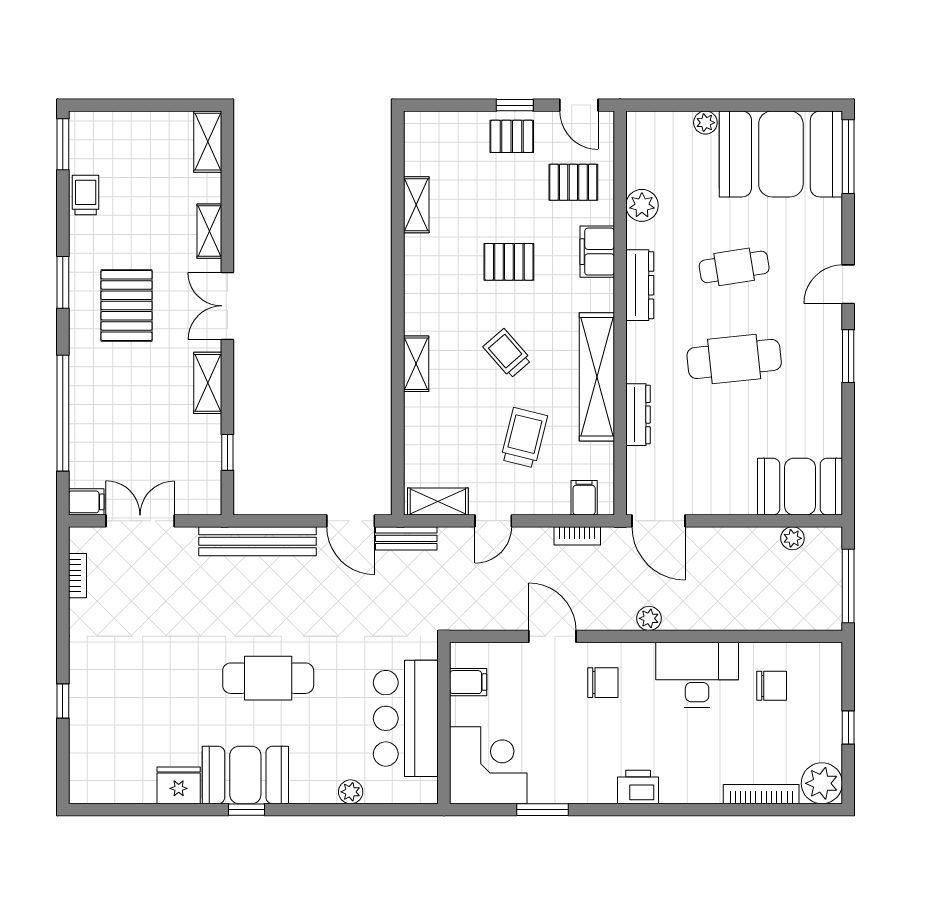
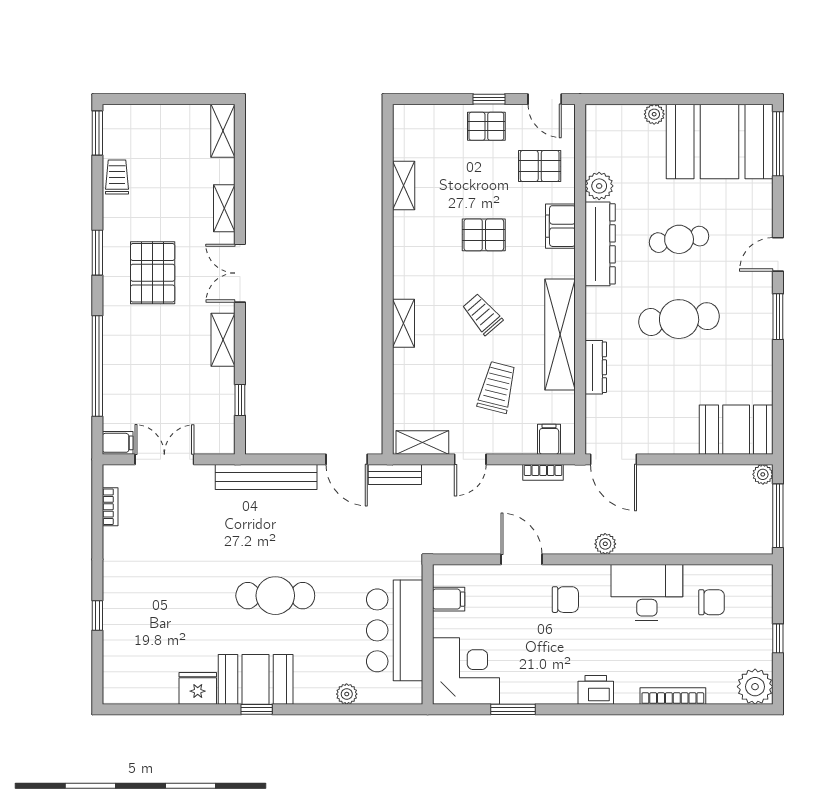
dresser: (640, 285) -> (600, 244), width x1.37, depth x1.24
plant: (792, 538) -> (763, 474), moved
bookcase: (761, 794) -> (673, 696), moved

